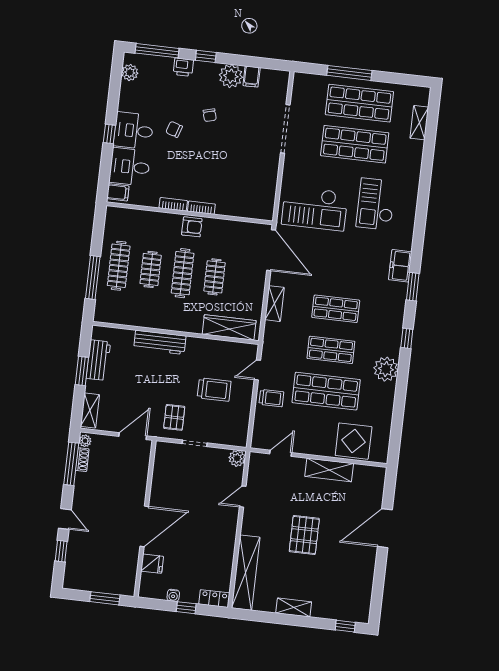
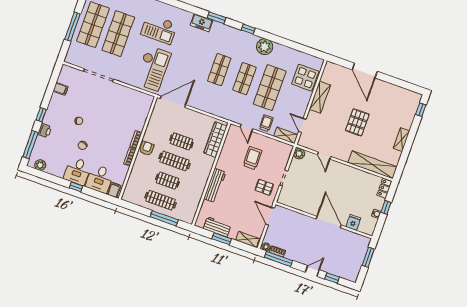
plant: (231, 76) -> (57, 102), removed
shelving: (274, 304) -> (286, 135), moved
pallet: (304, 535) -> (357, 122), turned 90

